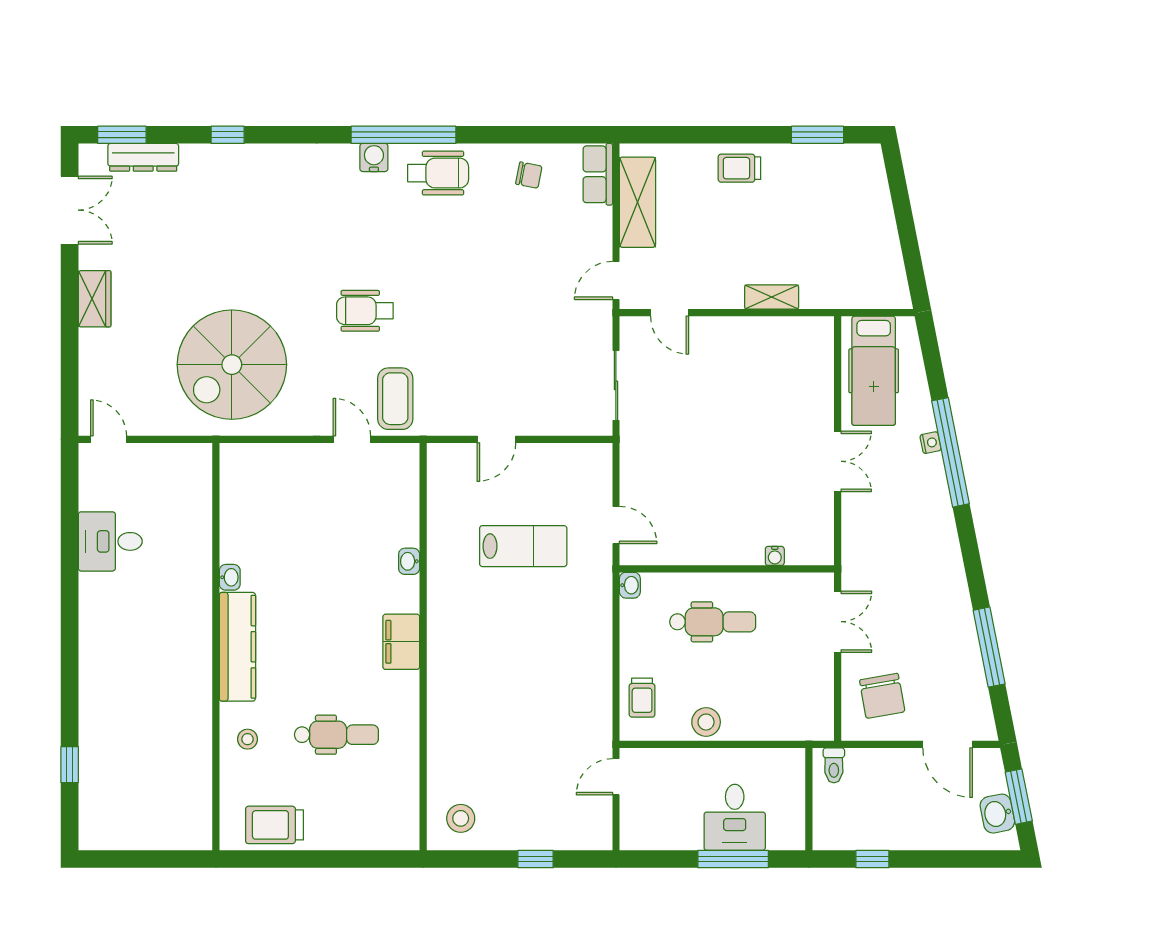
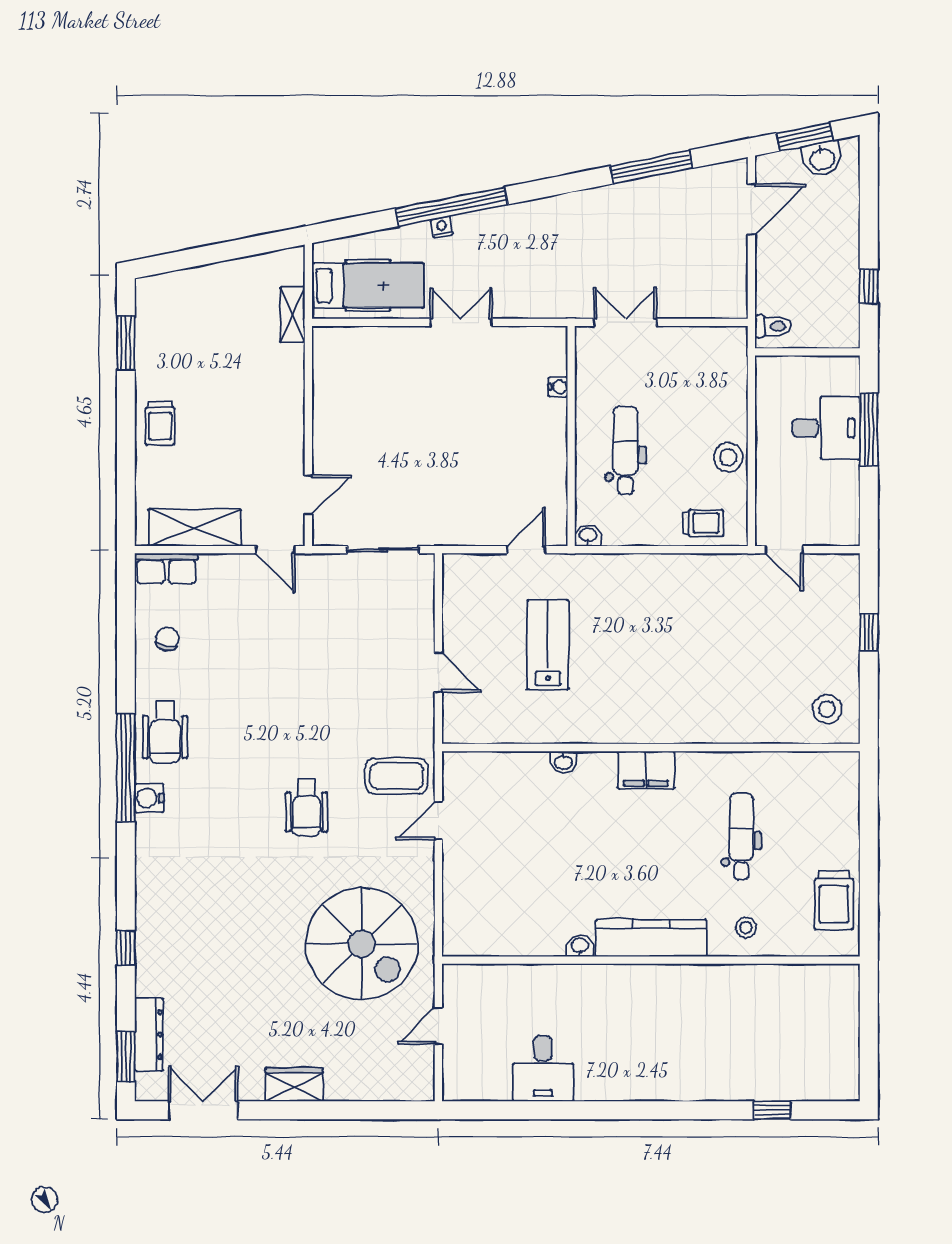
wheelchair: (438, 173) -> (165, 732), turned 180
shelving: (772, 297) -> (292, 314), moved
door: (109, 439) -> (438, 1026), moved
chair: (882, 696) -> (701, 277), removed

